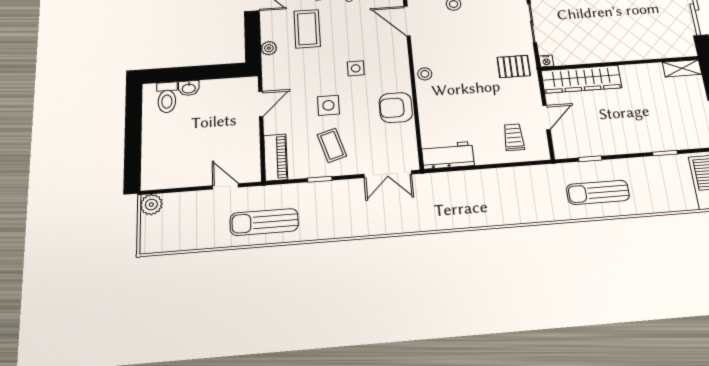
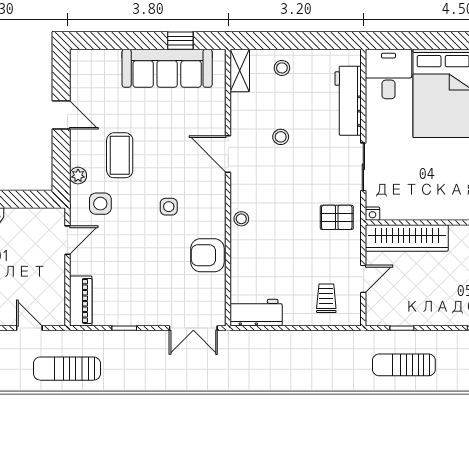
side table: (328, 105) -> (100, 204), moved
coffee table: (332, 145) -> (139, 292), removed

